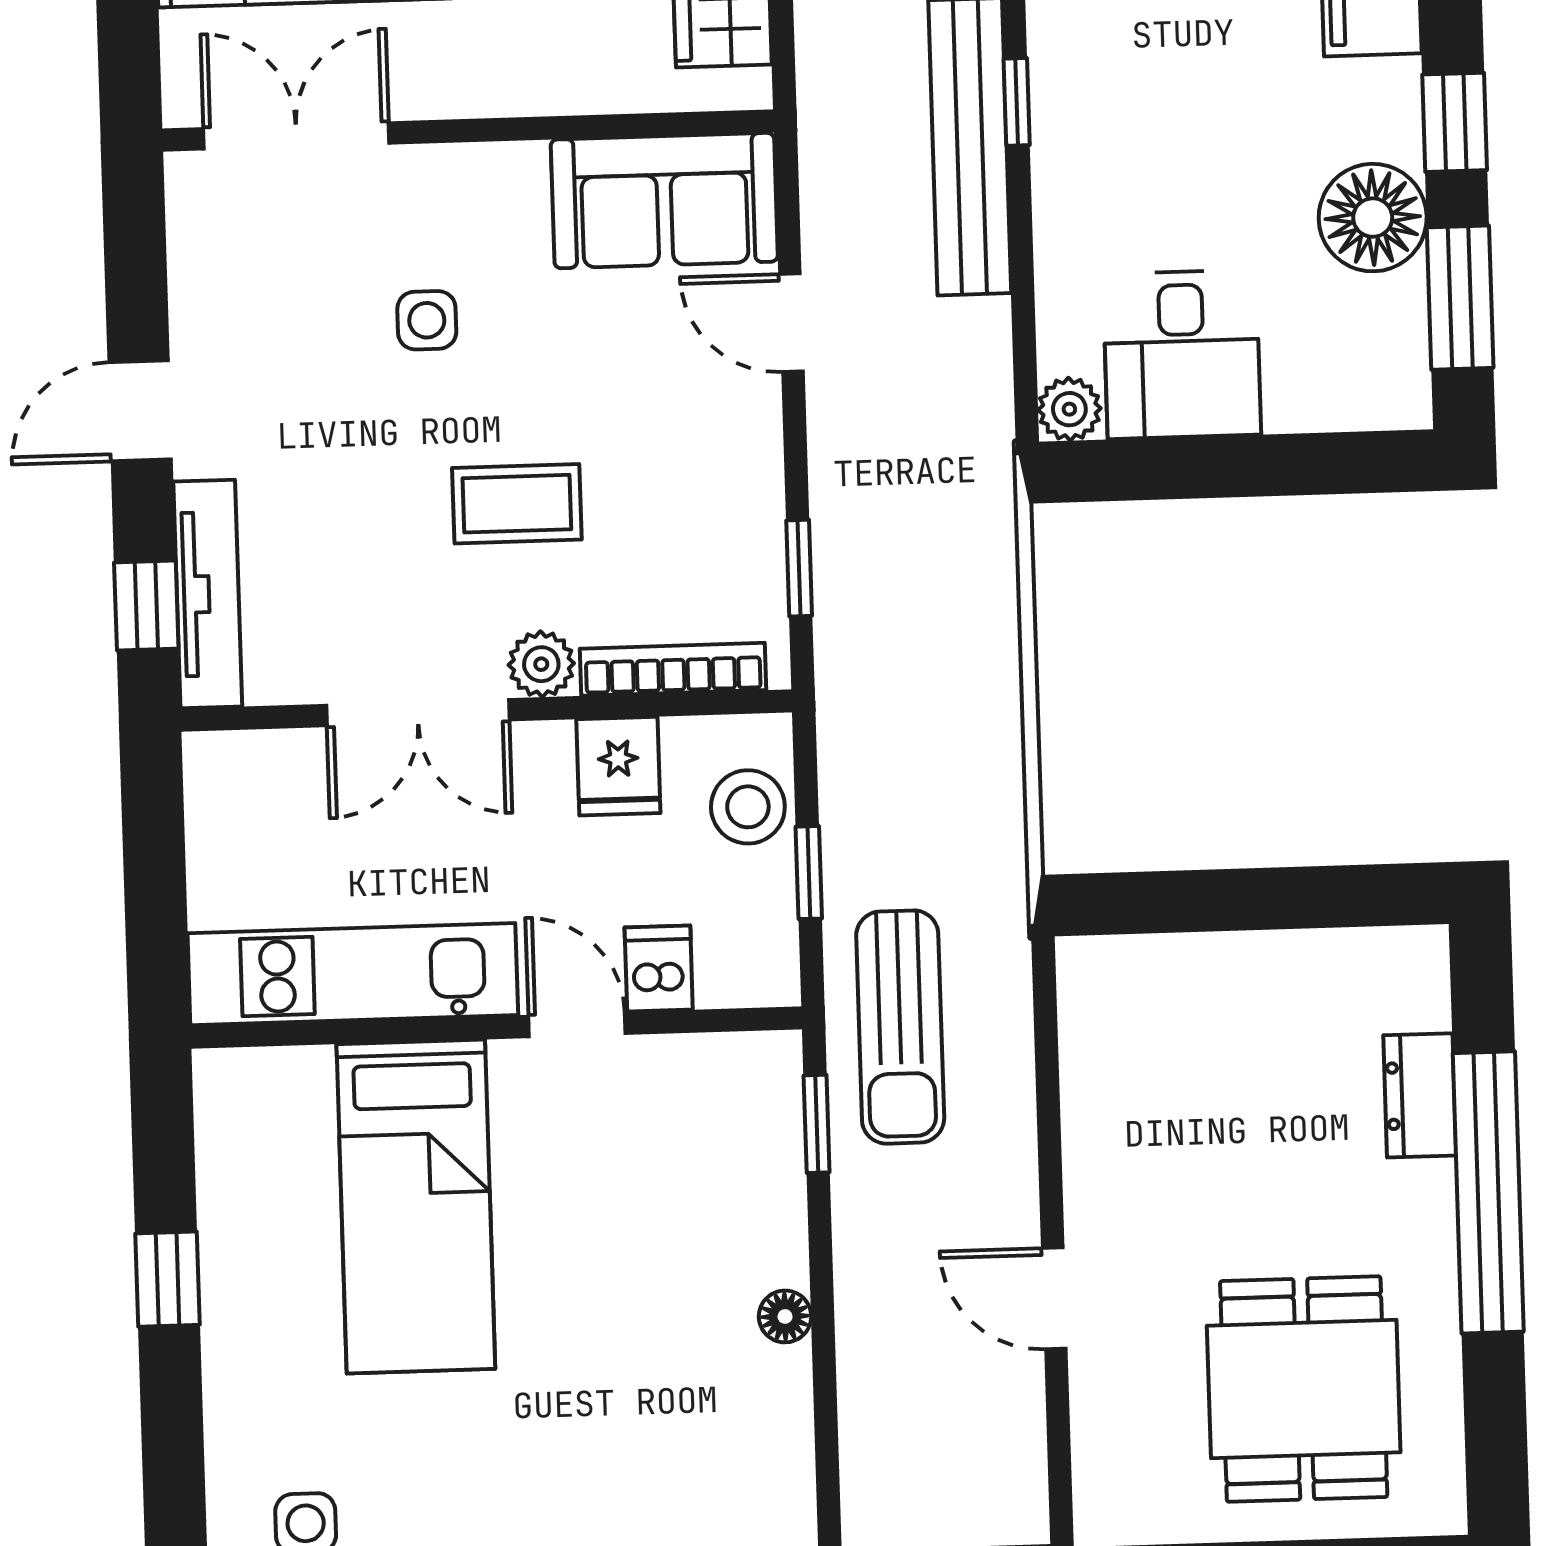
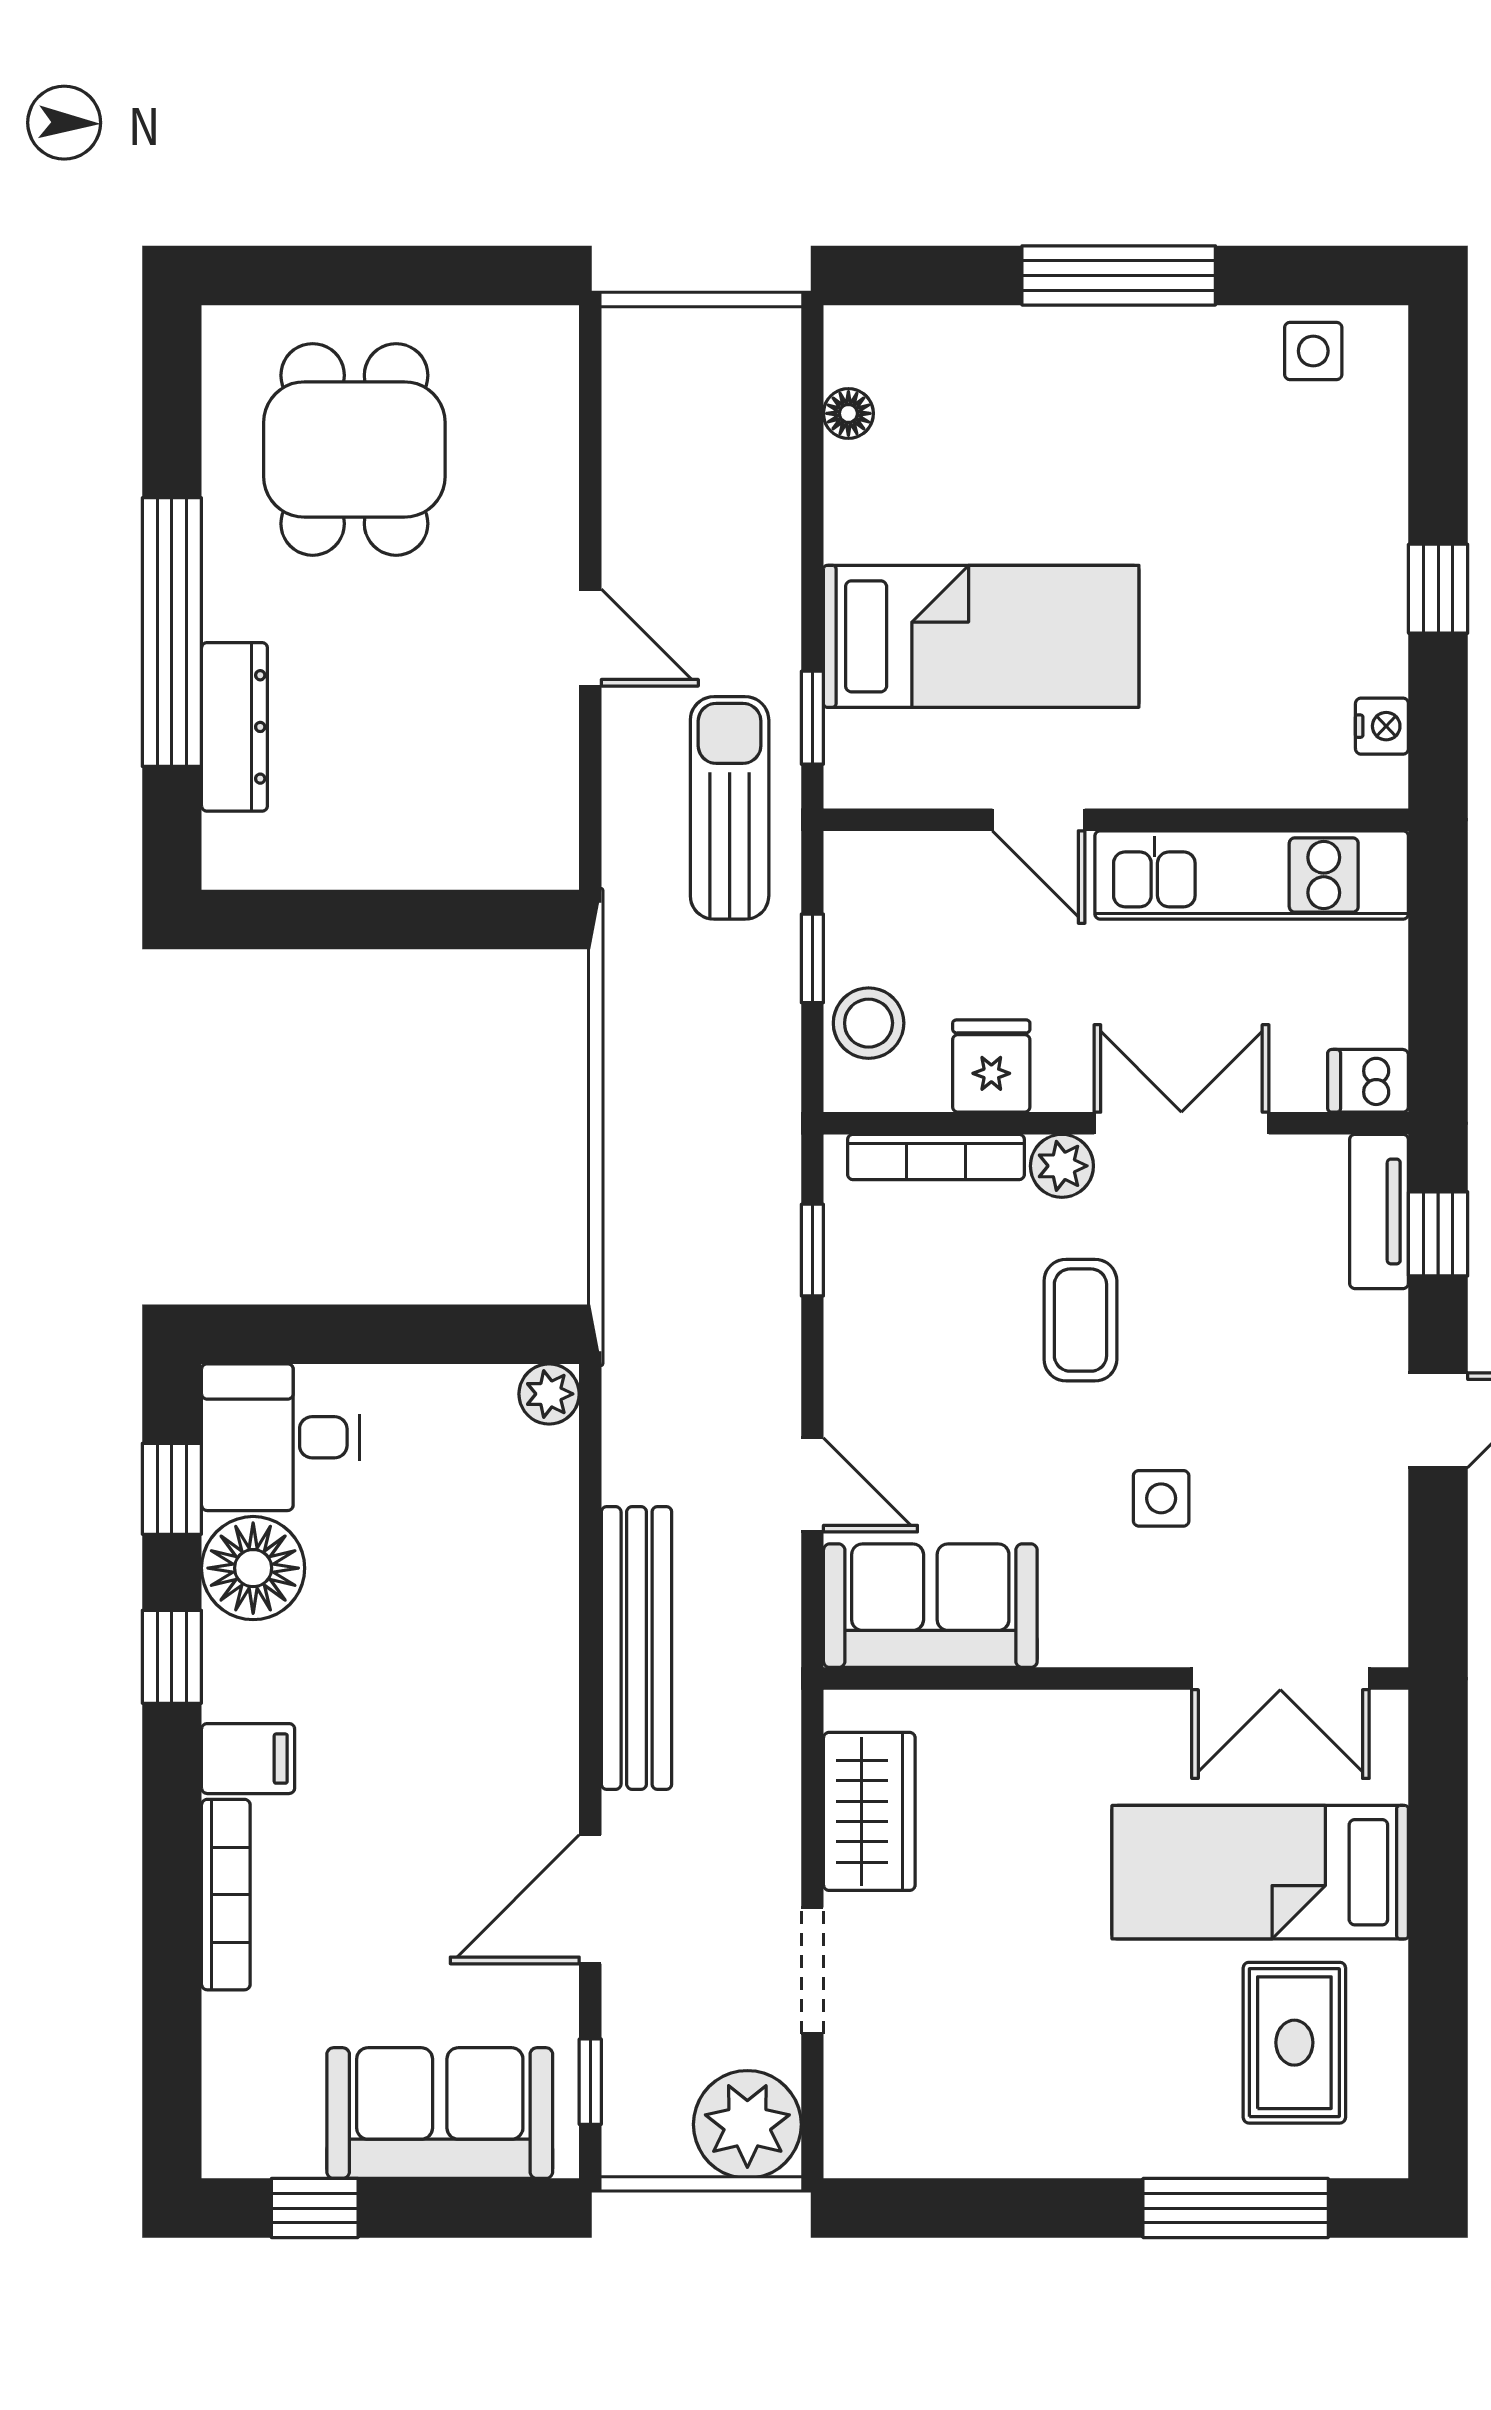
window: (1017, 102) -> (590, 1690), removed
window: (1460, 298) -> (172, 1489), width x0.67
desk: (1182, 354) -> (281, 1437), moved, turned -90
coffee table: (517, 504) -> (1080, 1320), turned 90
tv unit: (208, 594) -> (1379, 1211), width x0.71
dishwasher: (659, 969) -> (1368, 1081), moved, turned 90
dresser: (1420, 1095) -> (234, 727), width x1.44
nightstand: (222, 1134) -> (1382, 726), added
bed: (416, 1206) -> (981, 636), moved, turned 90
door: (1054, 1298) -> (590, 638), moved
floor lamp: (785, 1316) -> (848, 413), moved

